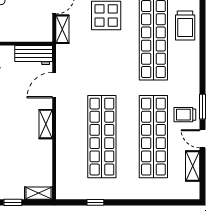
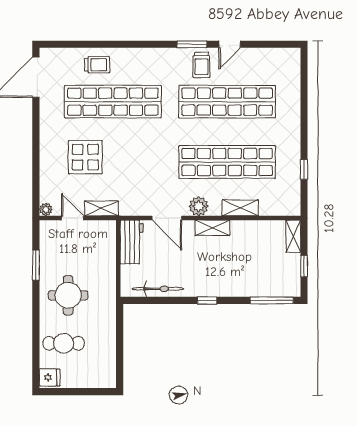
trolley: (185, 26) -> (97, 65), width x0.73, depth x0.72
plant: (64, 112) -> (199, 206), added
shelving: (193, 166) -> (240, 208), moved

